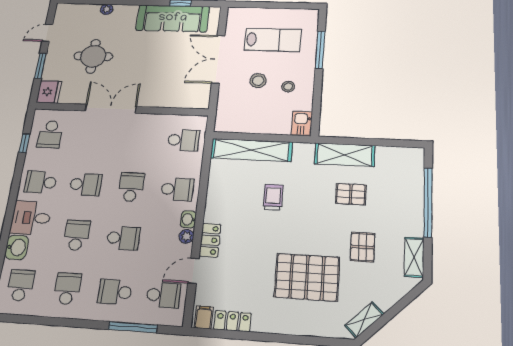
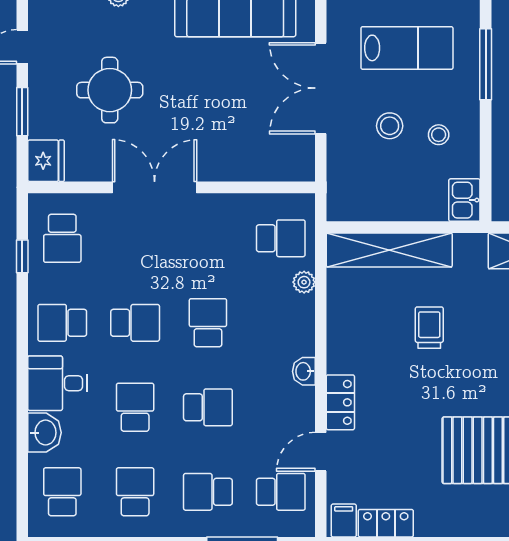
school desk: (177, 189) -> (281, 323), removed
plant: (186, 236) -> (304, 282), moved

